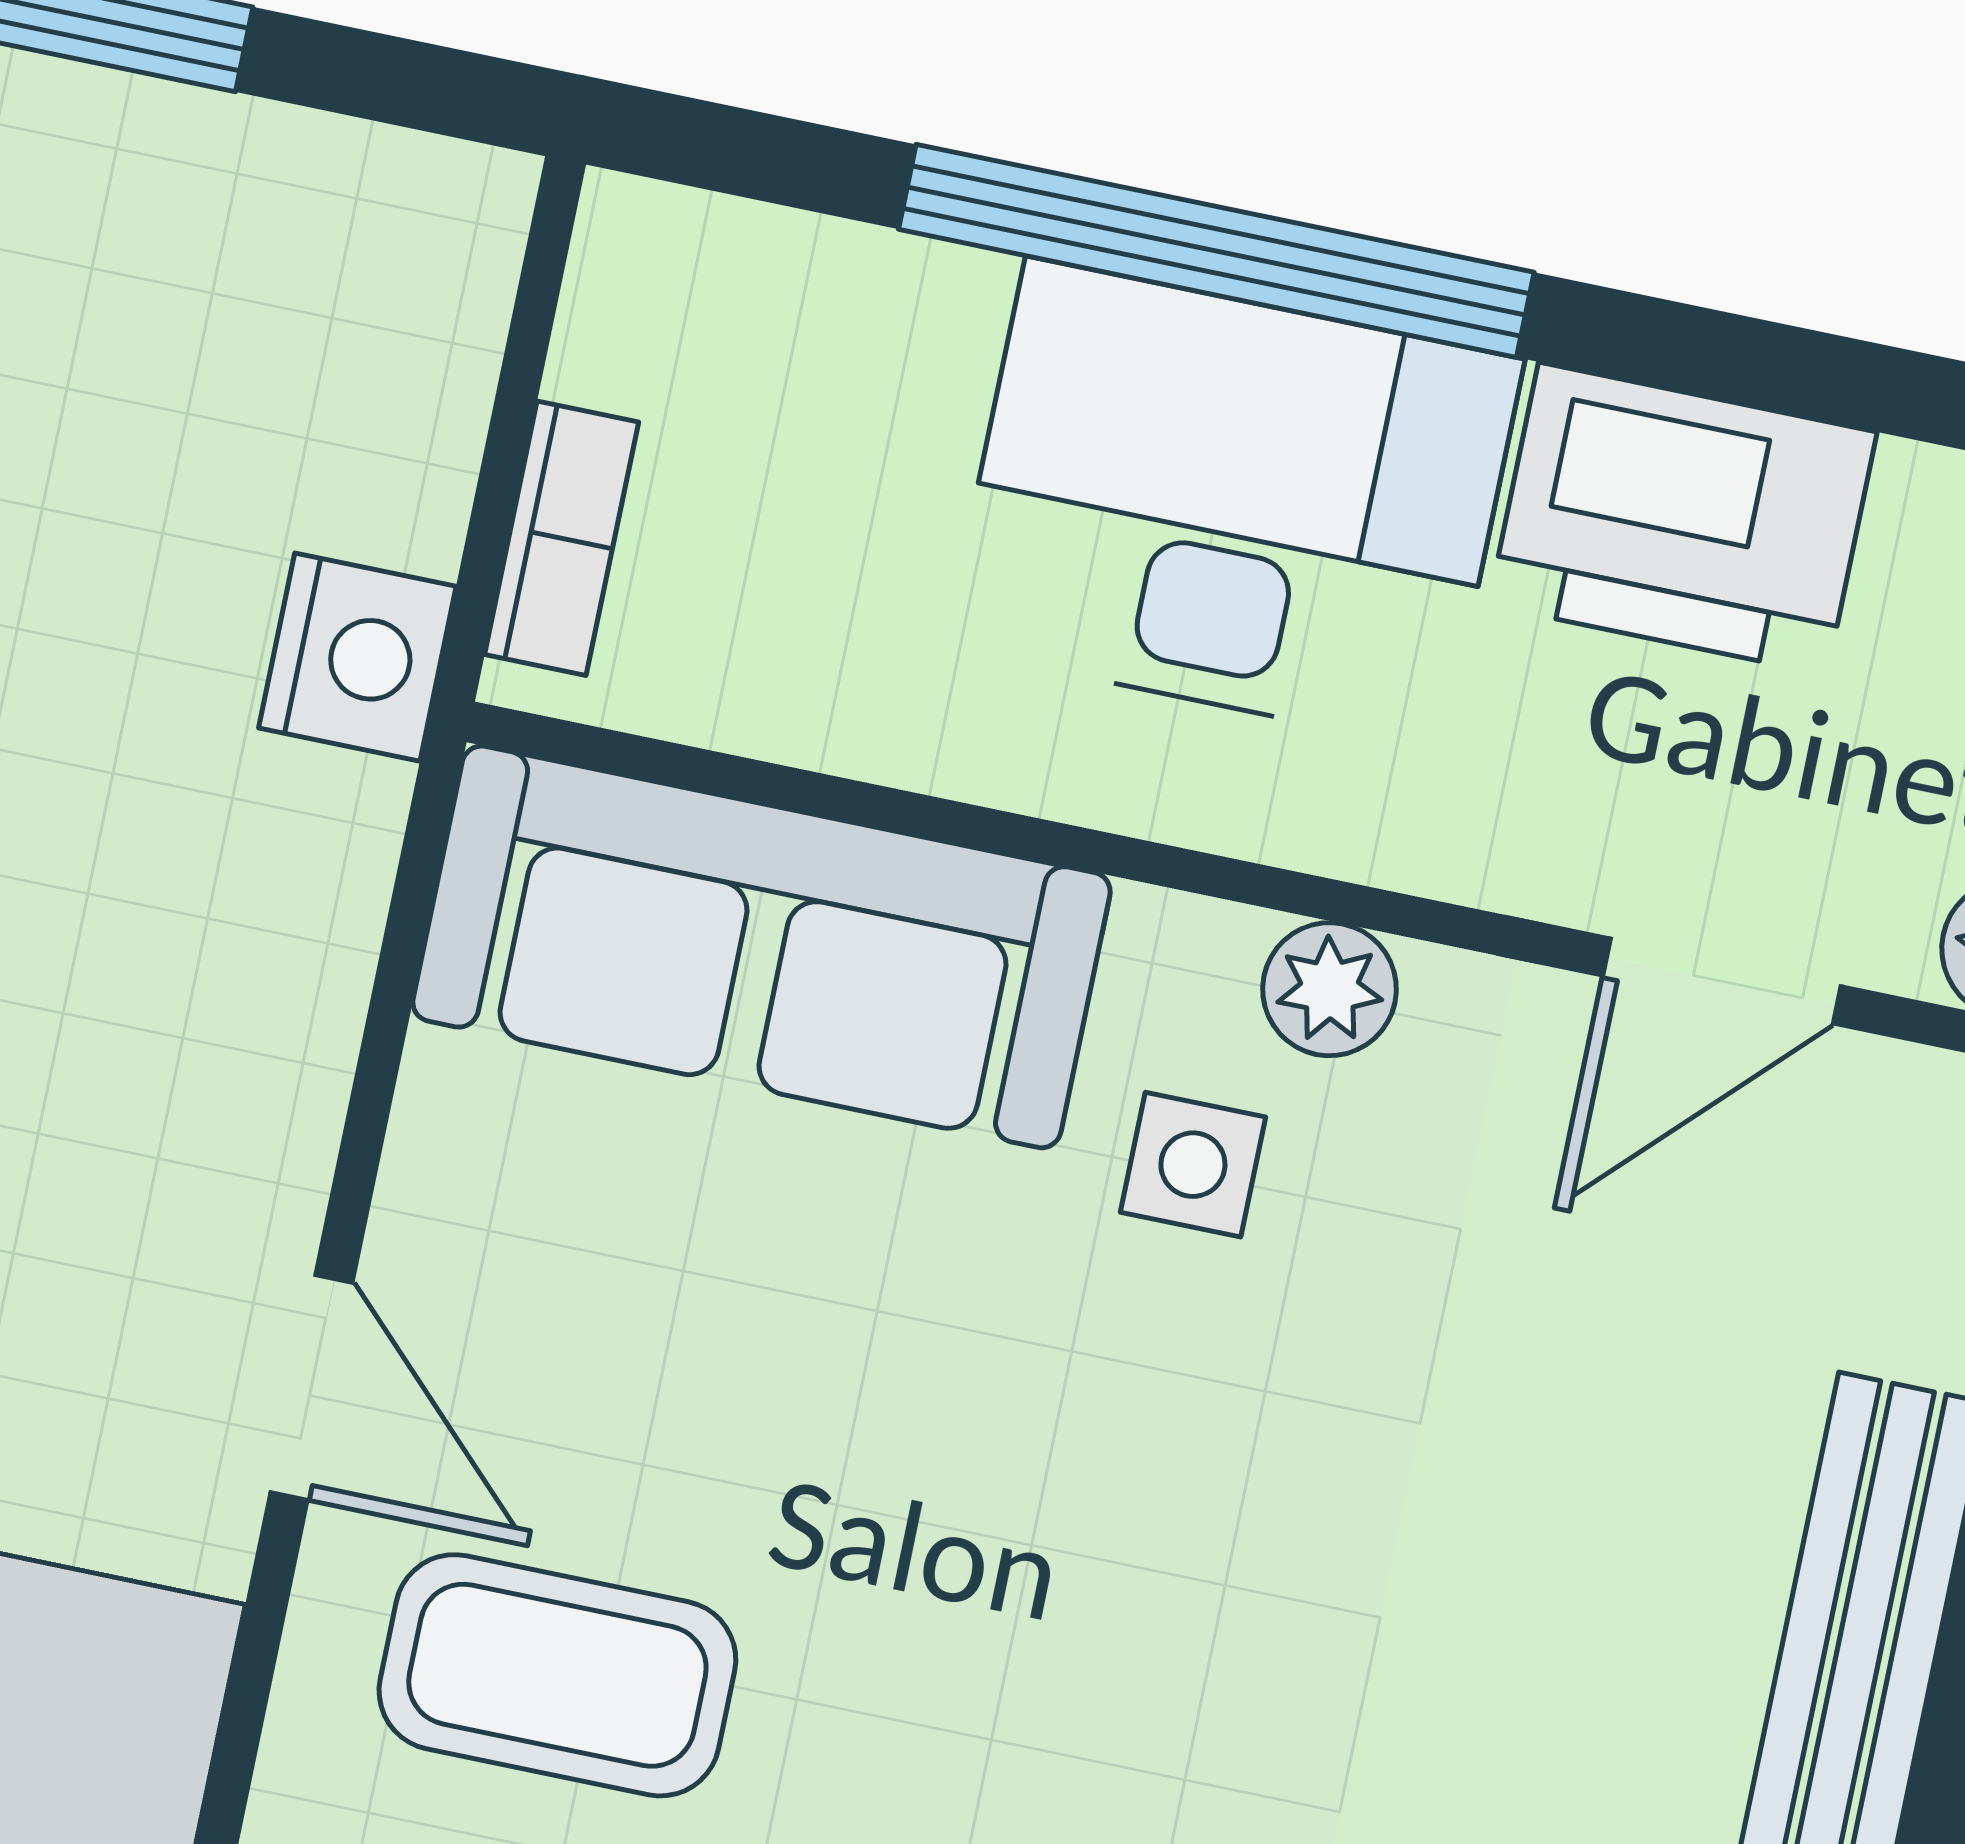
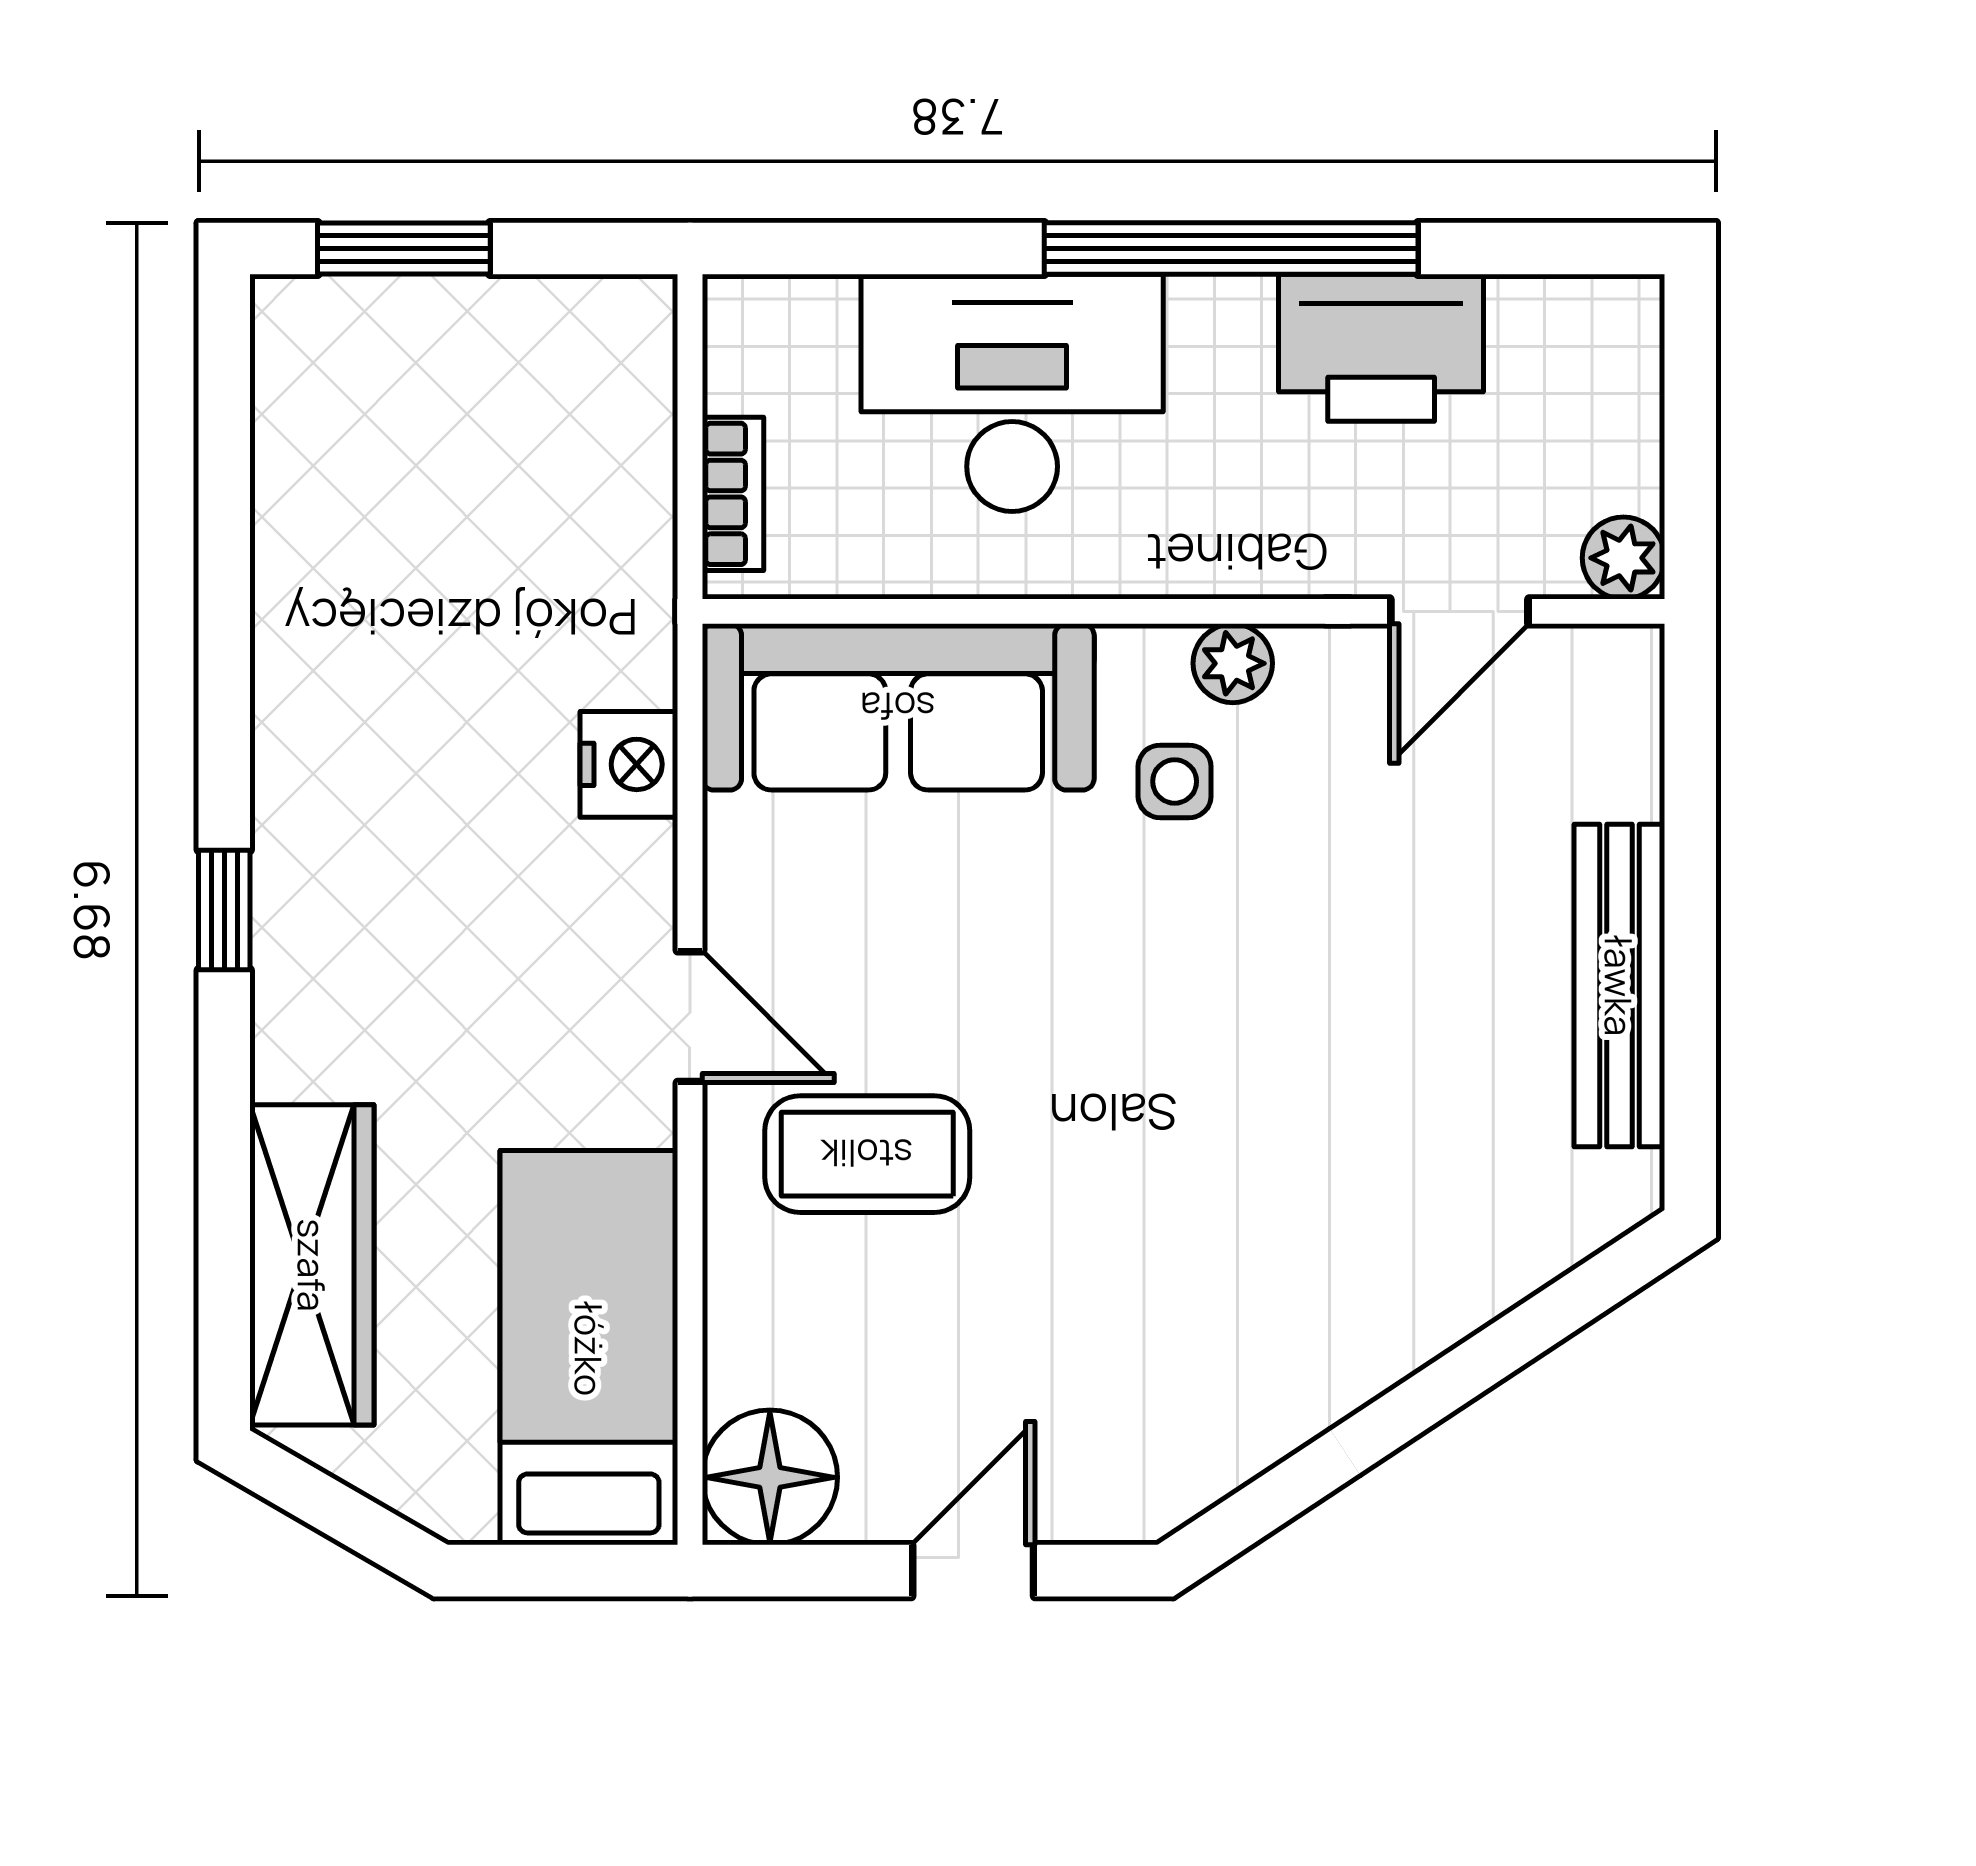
window: (1216, 251) -> (1231, 248), moved
desk: (1235, 504) -> (1012, 393), moved
nightstand: (357, 657) -> (629, 764), moved

